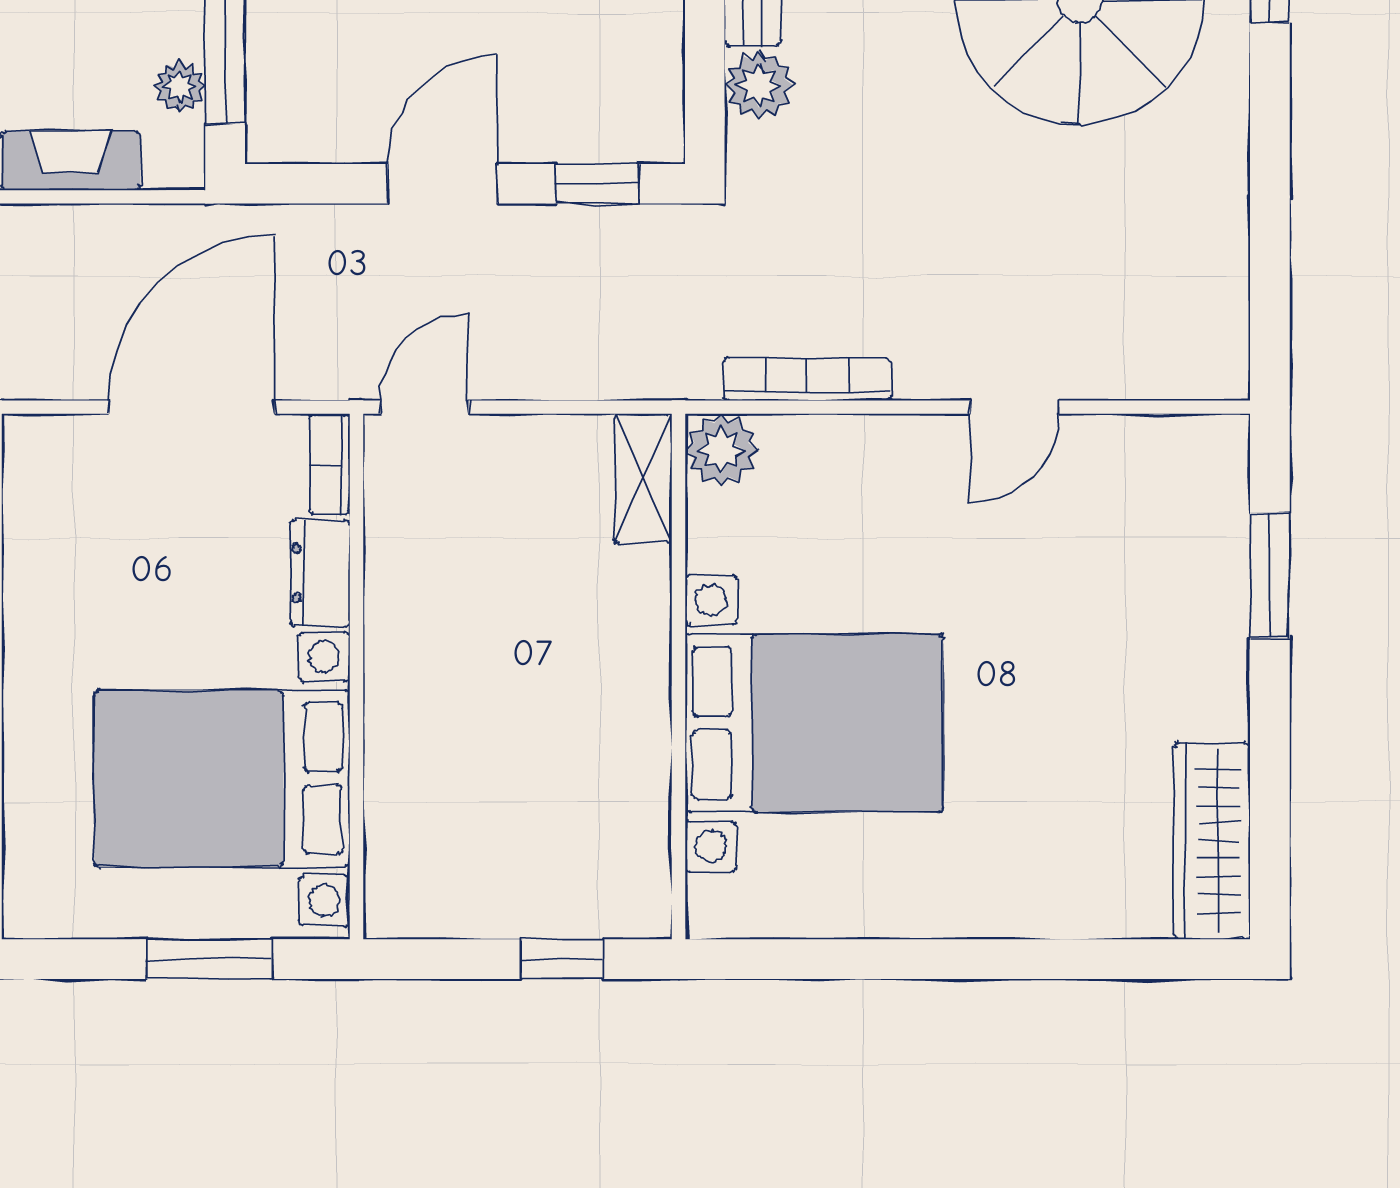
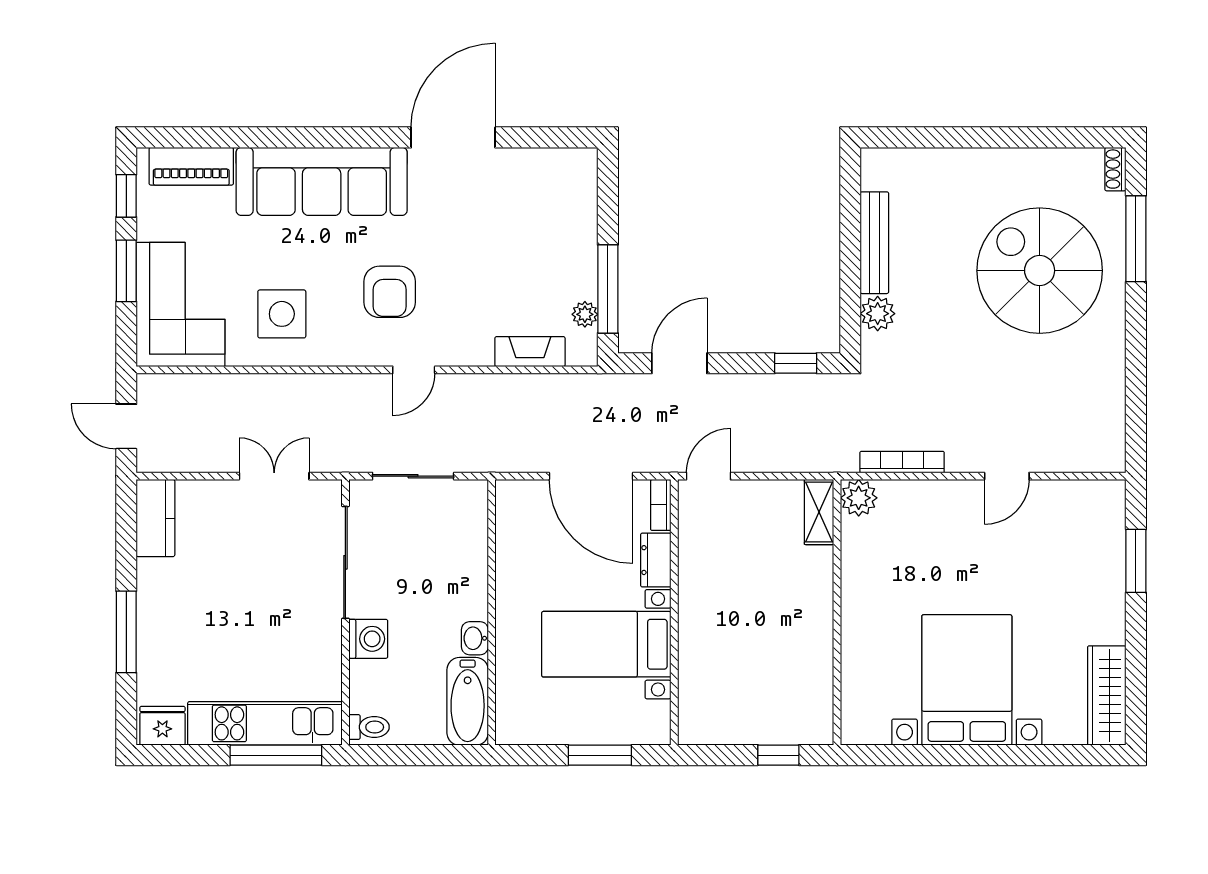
door: (442, 184) -> (679, 363), moved
door: (192, 407) -> (591, 476), swing flipped
bed with nightstands: (814, 723) -> (967, 680), moved, turned -90
bed with nightstands: (222, 779) -> (606, 644), width x0.73

